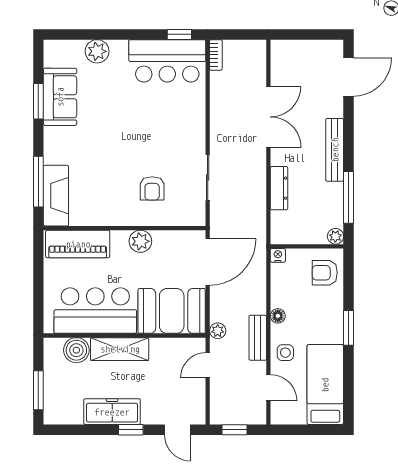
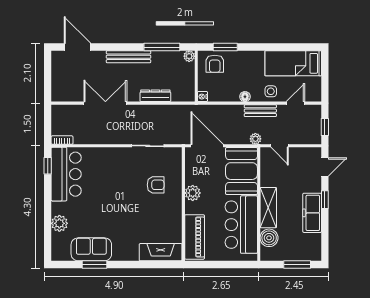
window: (38, 182) -> (151, 265), removed
window: (349, 328) -> (225, 47), moved

